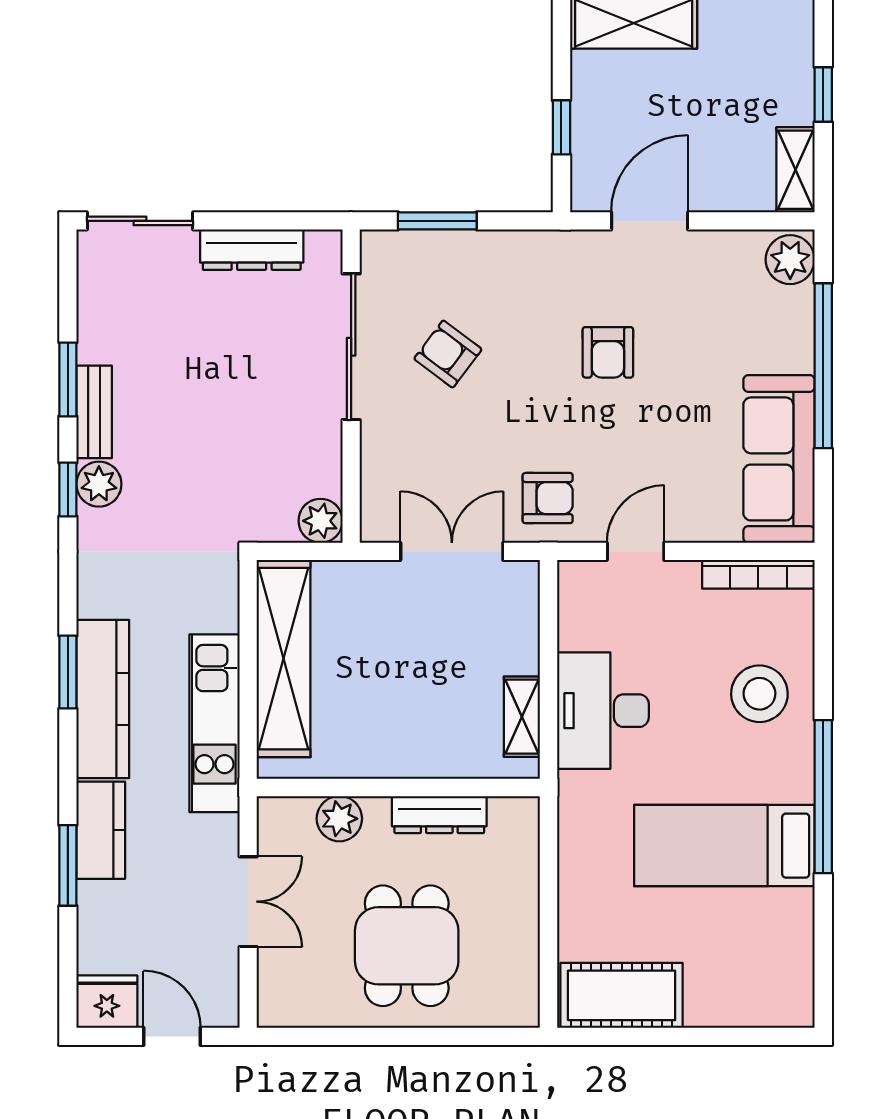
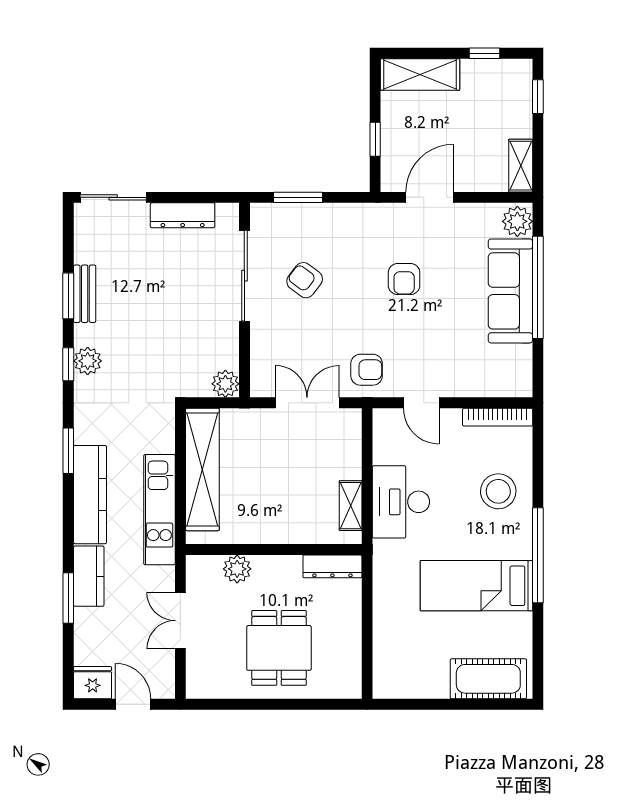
window: (823, 95) -> (538, 97), moved
bench: (94, 412) -> (85, 294), moved
sofa: (779, 459) -> (510, 291), moved
door: (636, 551) -> (421, 403), swing flipped
window: (68, 672) -> (68, 451), moved
dresser: (439, 815) -> (332, 566), moved
double door: (248, 902) -> (180, 621), swing flipped
cot: (622, 995) -> (488, 679), moved

